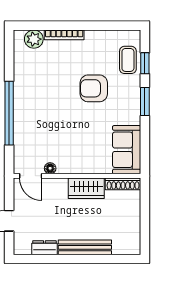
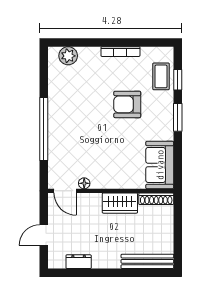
bookcase: (64, 35) -> (120, 52), moved
bench: (85, 247) -> (147, 261), moved

